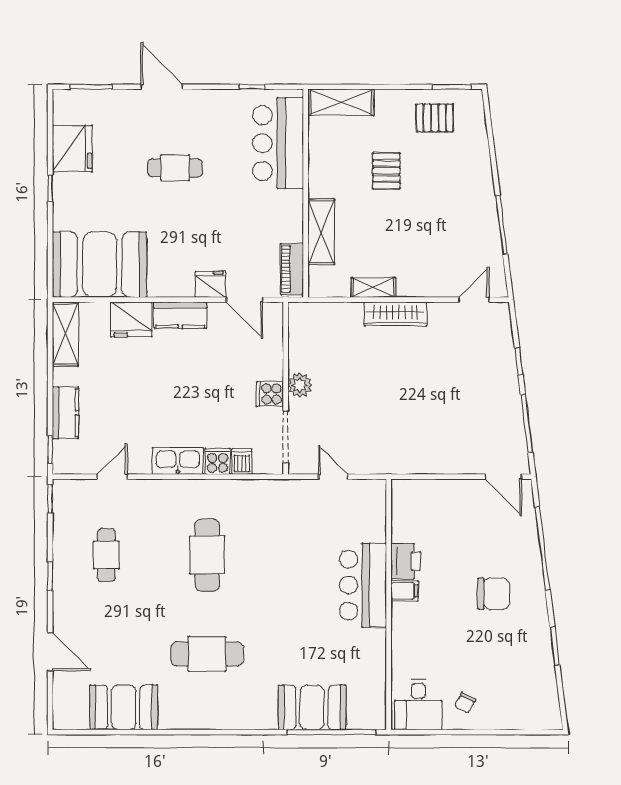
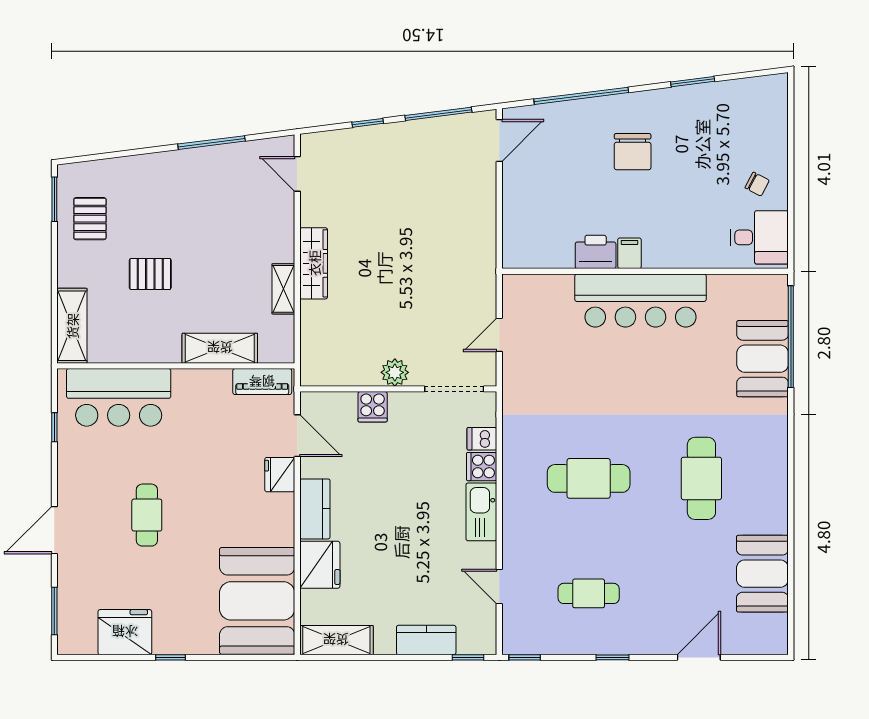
door: (245, 300) -> (297, 436), hinge flipped
cooker: (270, 394) -> (373, 407), moved
bar counter: (363, 585) -> (640, 301), width x1.36
chair: (494, 594) -> (633, 152), turned 180

